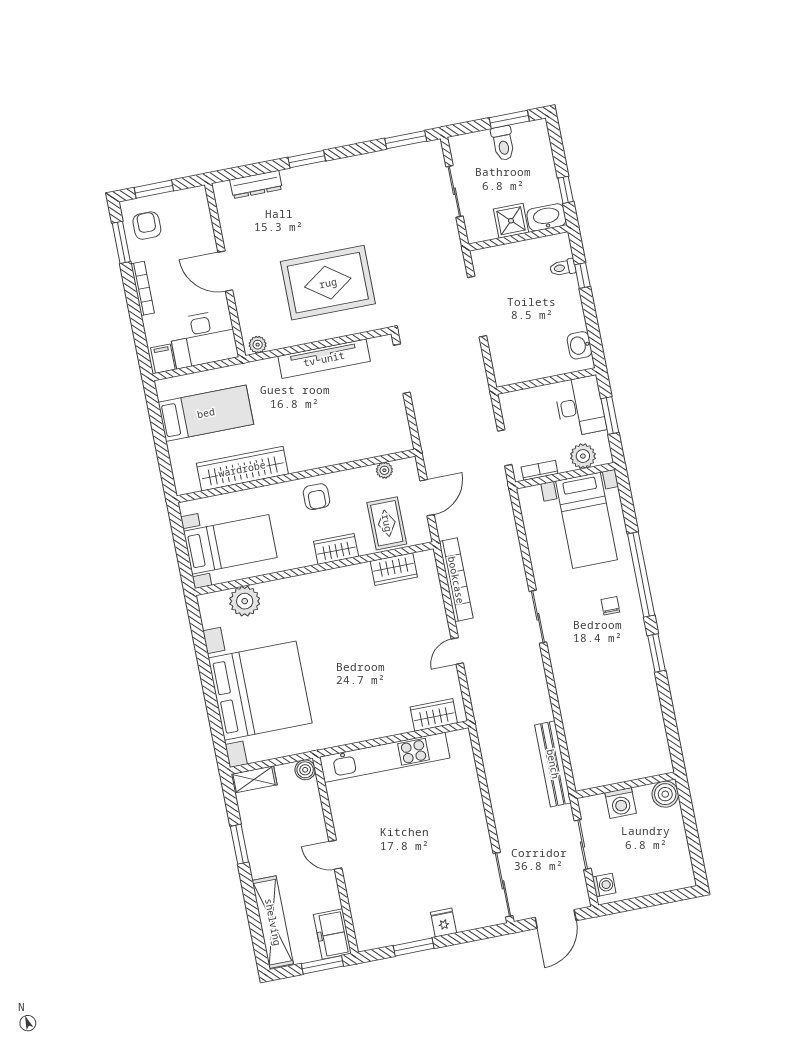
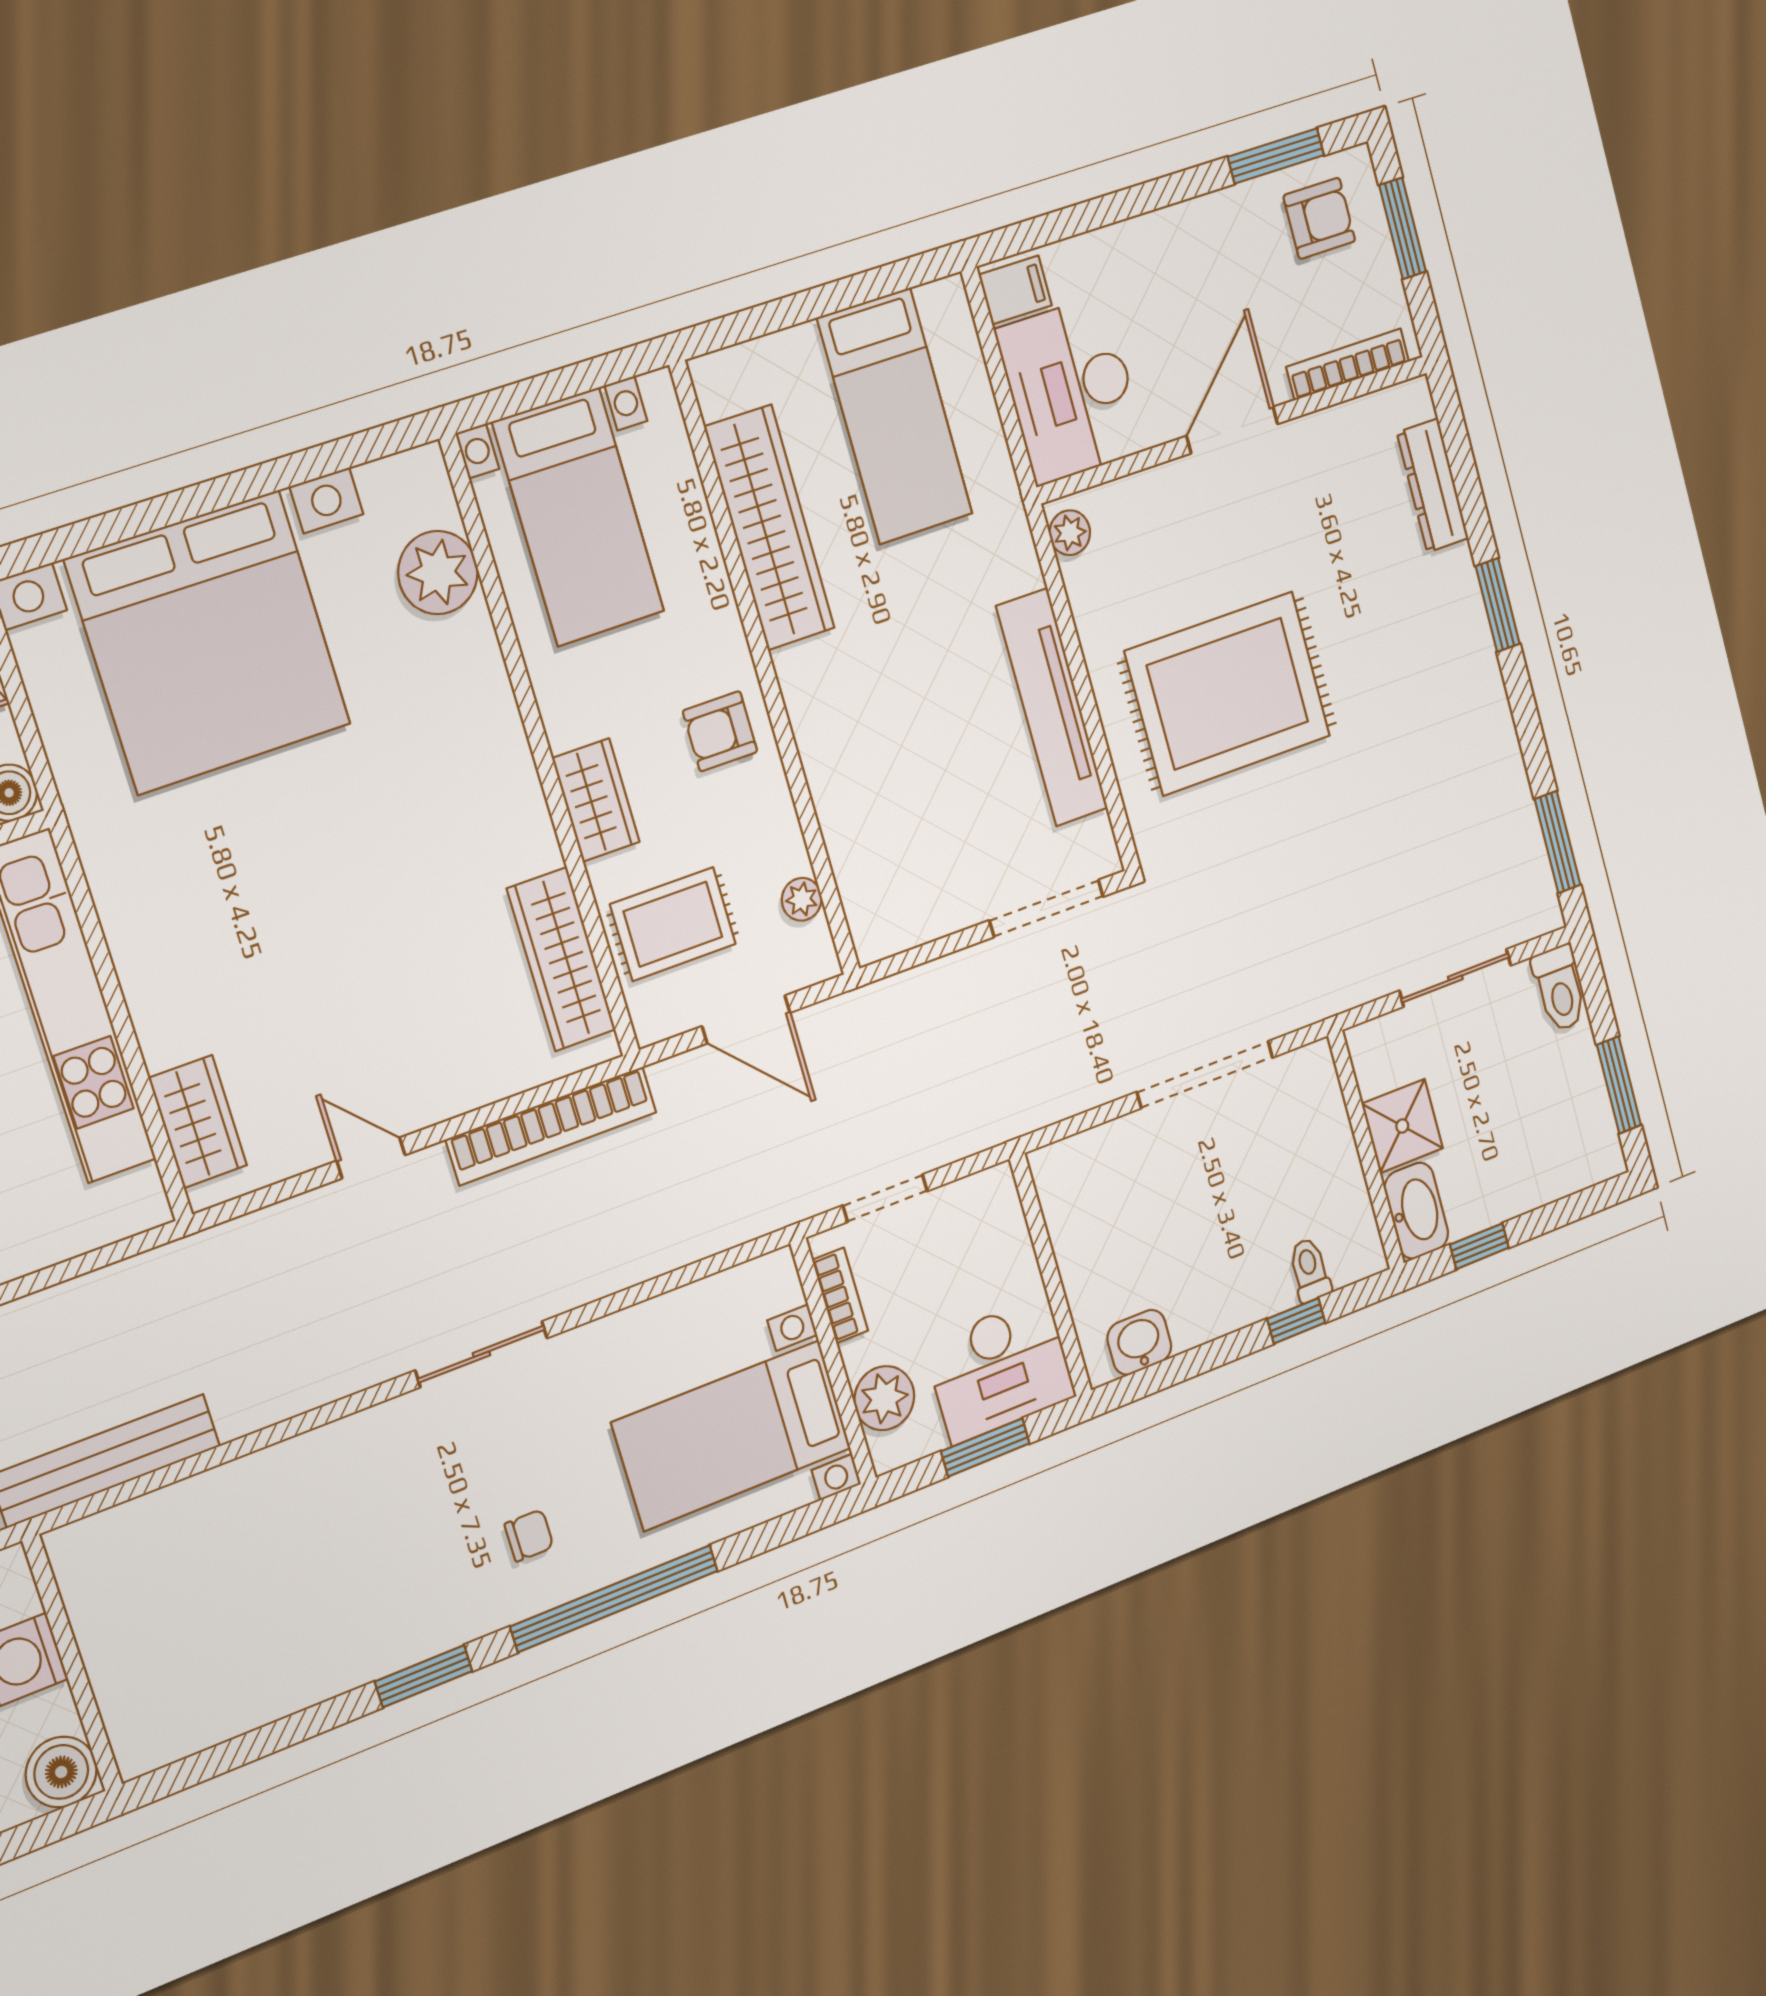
toilet: (503, 143) -> (1560, 988), moved, turned -90
rug: (328, 283) -> (1228, 694), turned 90
bookcase: (143, 288) -> (1348, 364), moved, turned 180
wardrobe: (394, 569) -> (561, 959), width x1.50

